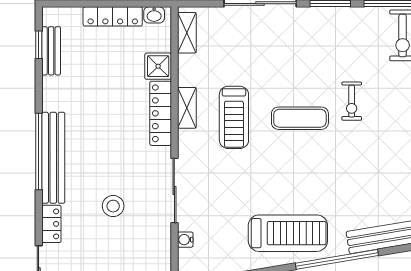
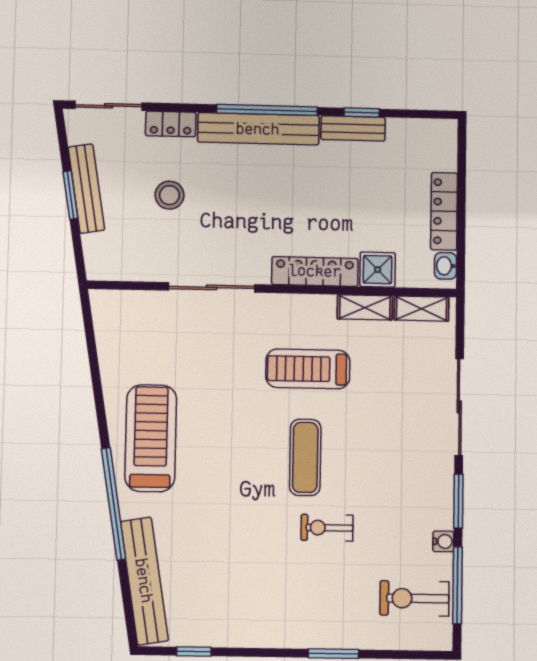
window: (39, 45) -> (362, 112), moved
bench: (51, 51) -> (353, 128), moved
shelving: (187, 108) -> (365, 307), moved
stool: (113, 206) -> (169, 195), moved
treadmill: (288, 233) -> (151, 438), turned 180
water cooler: (185, 240) -> (443, 541), moved, turned 90

